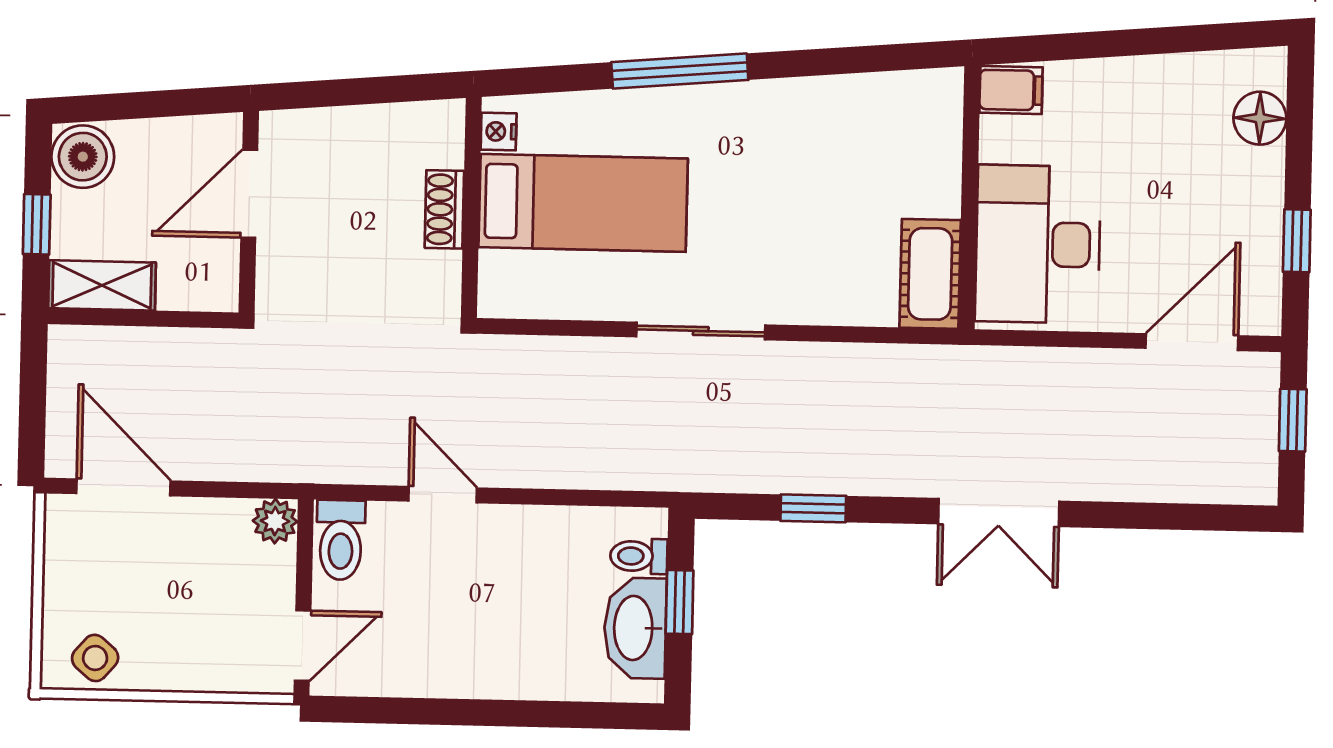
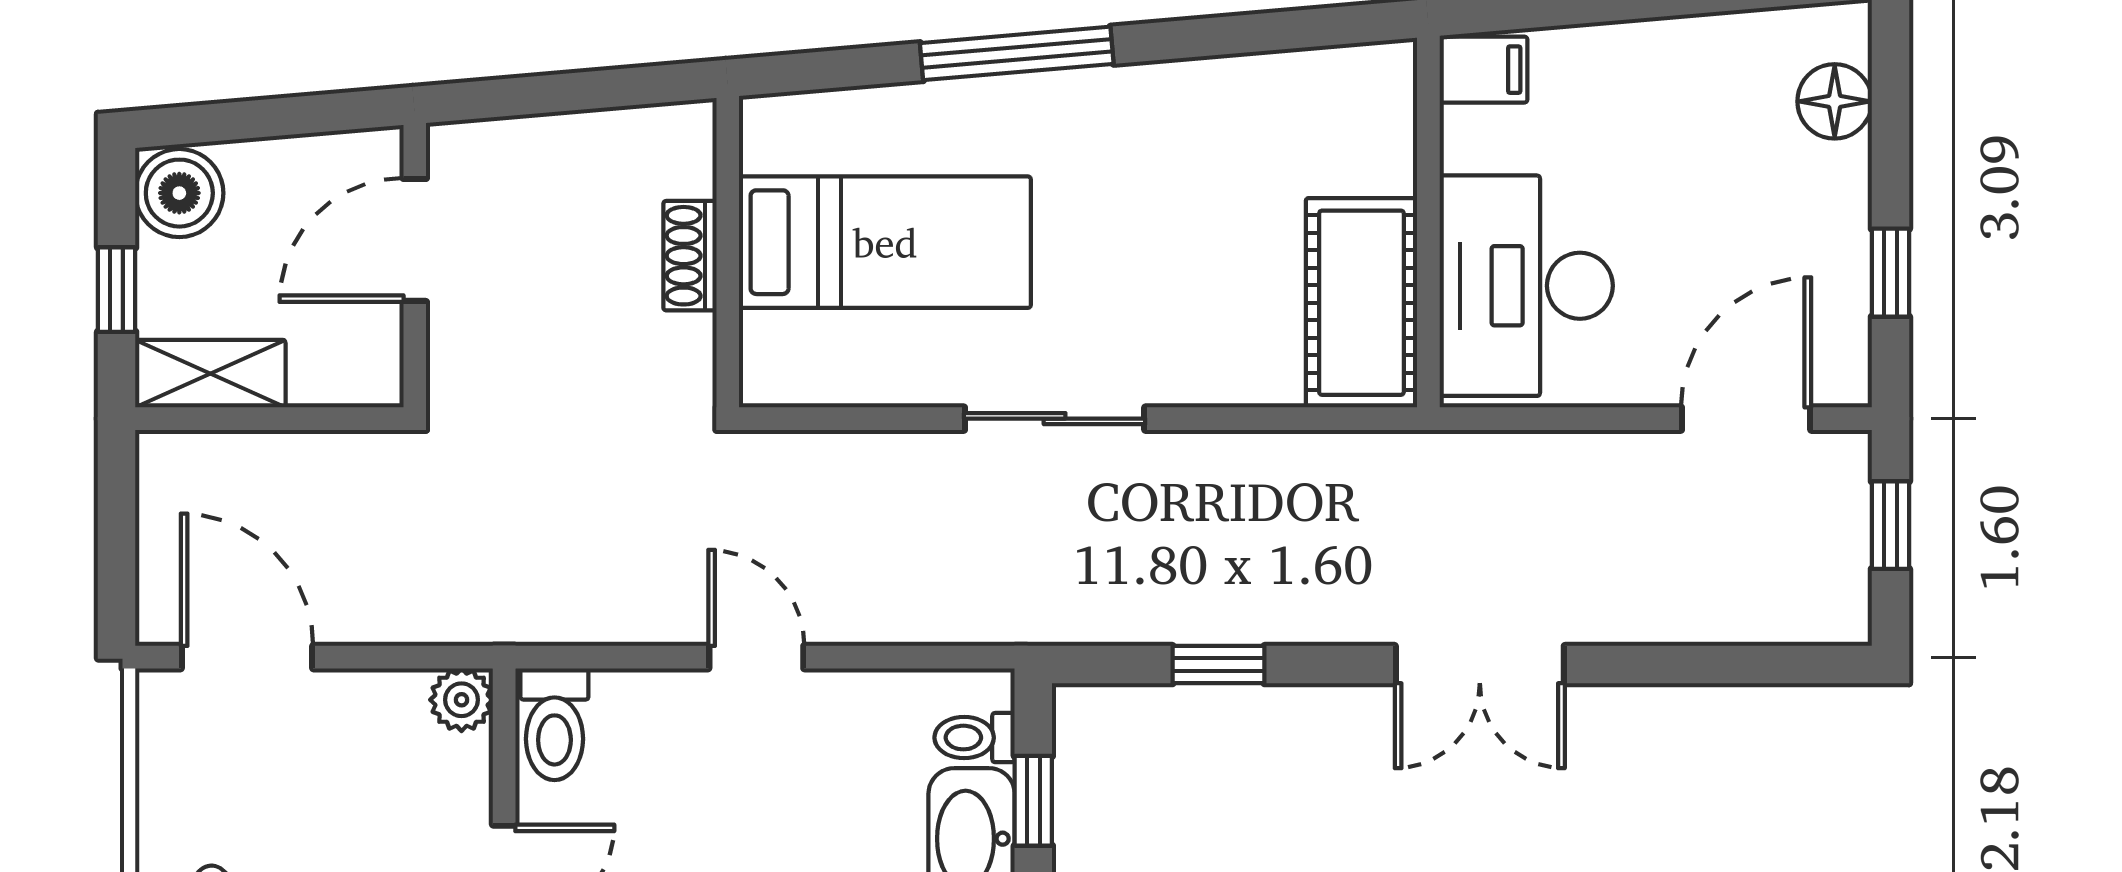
nightstand: (499, 131) -> (764, 144), removed
cot: (930, 274) -> (1361, 303), width x1.37, depth x1.34
door: (443, 495) -> (756, 657), moved

